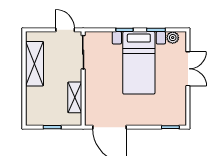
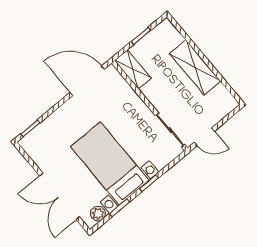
shelving: (34, 64) -> (195, 67), moved
double door: (188, 69) -> (60, 196), width x1.37
shelving: (75, 97) -> (133, 69), moved

